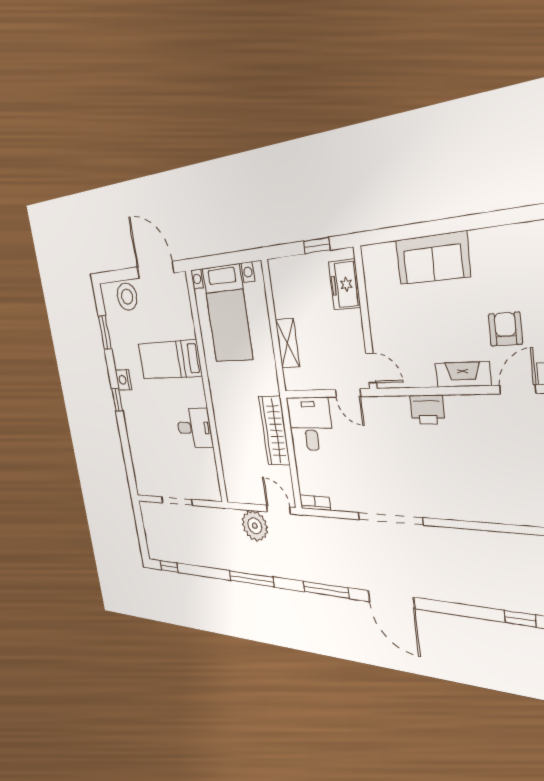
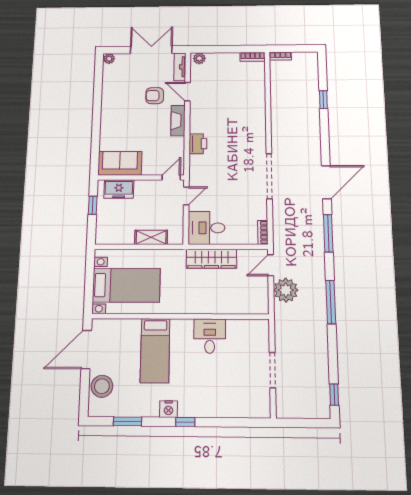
sofa: (433, 258) -> (120, 163), moved, turned -90

